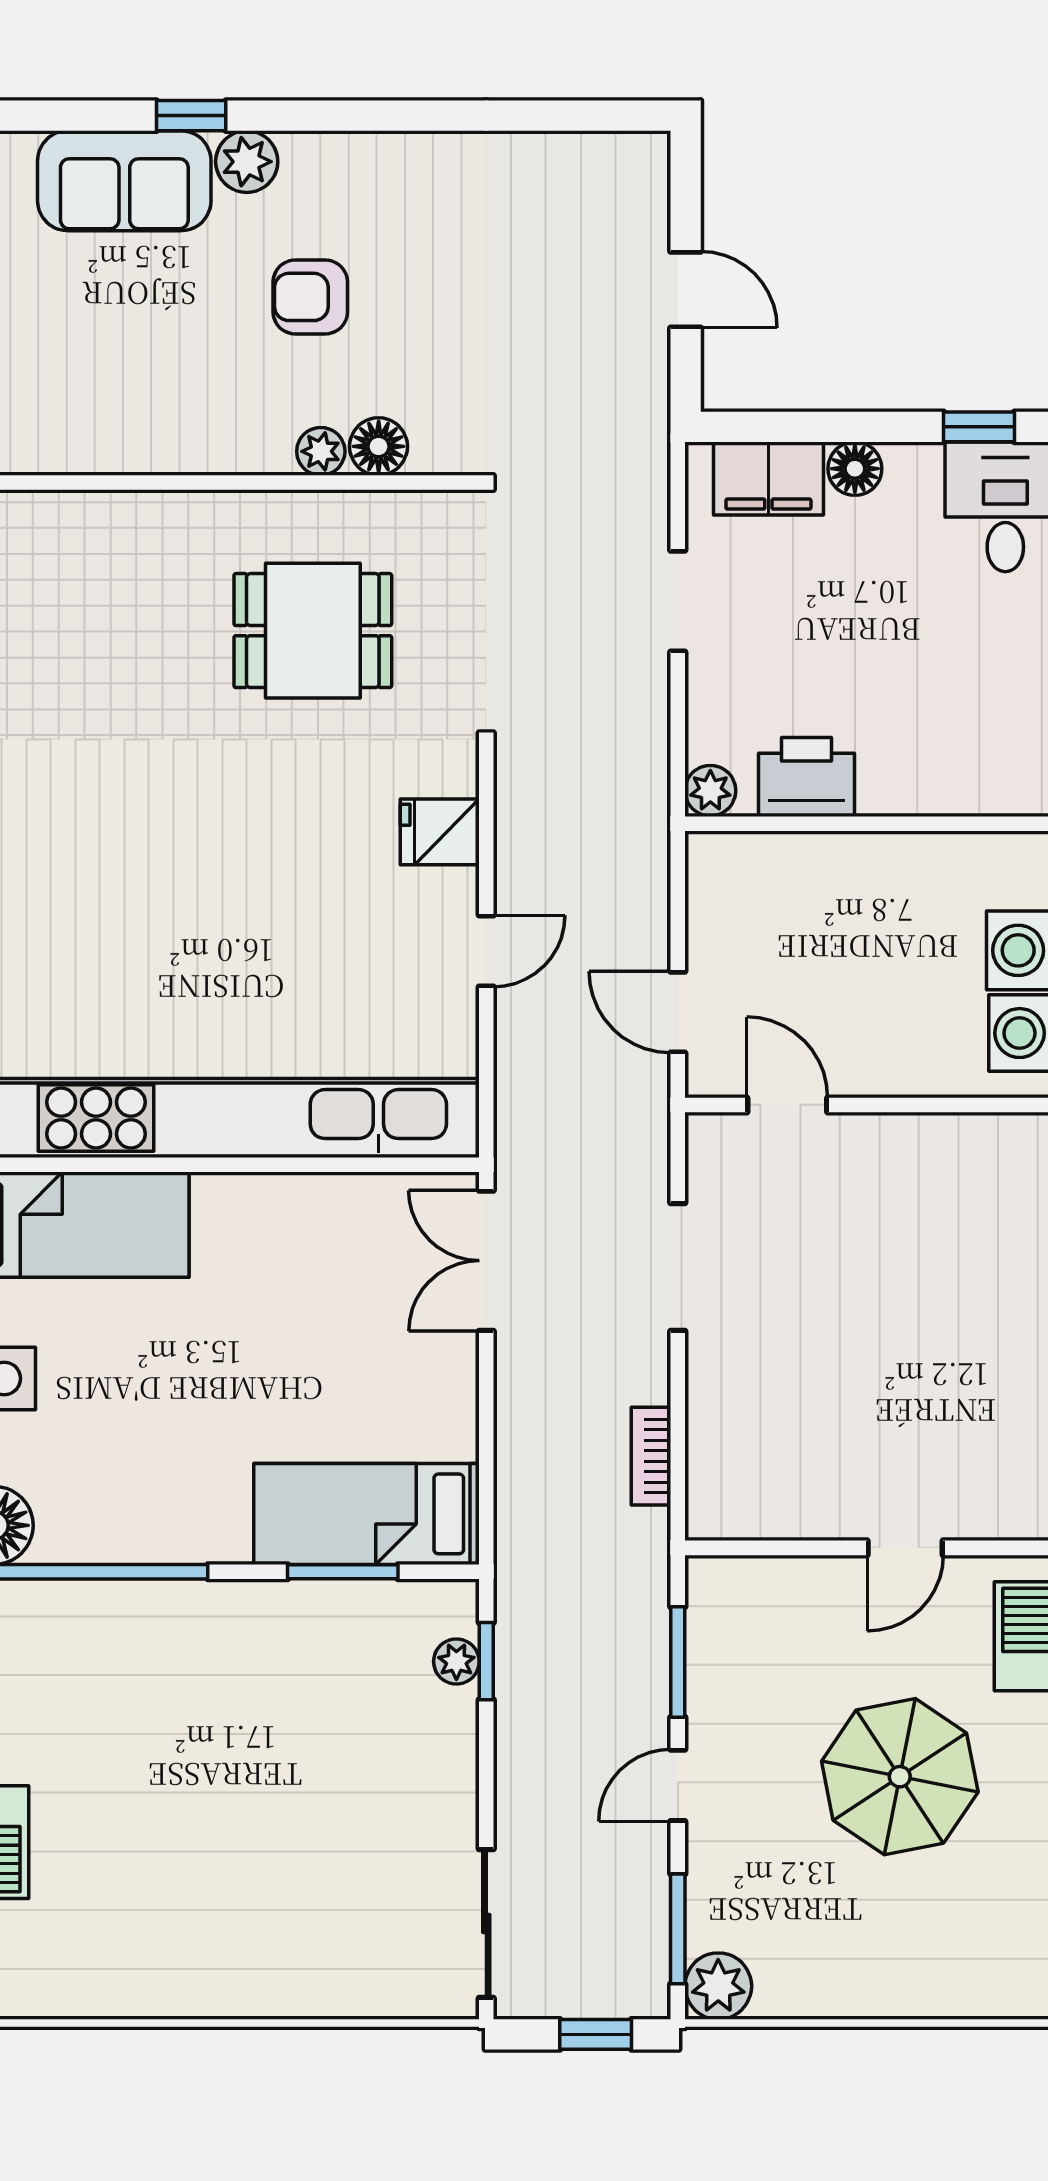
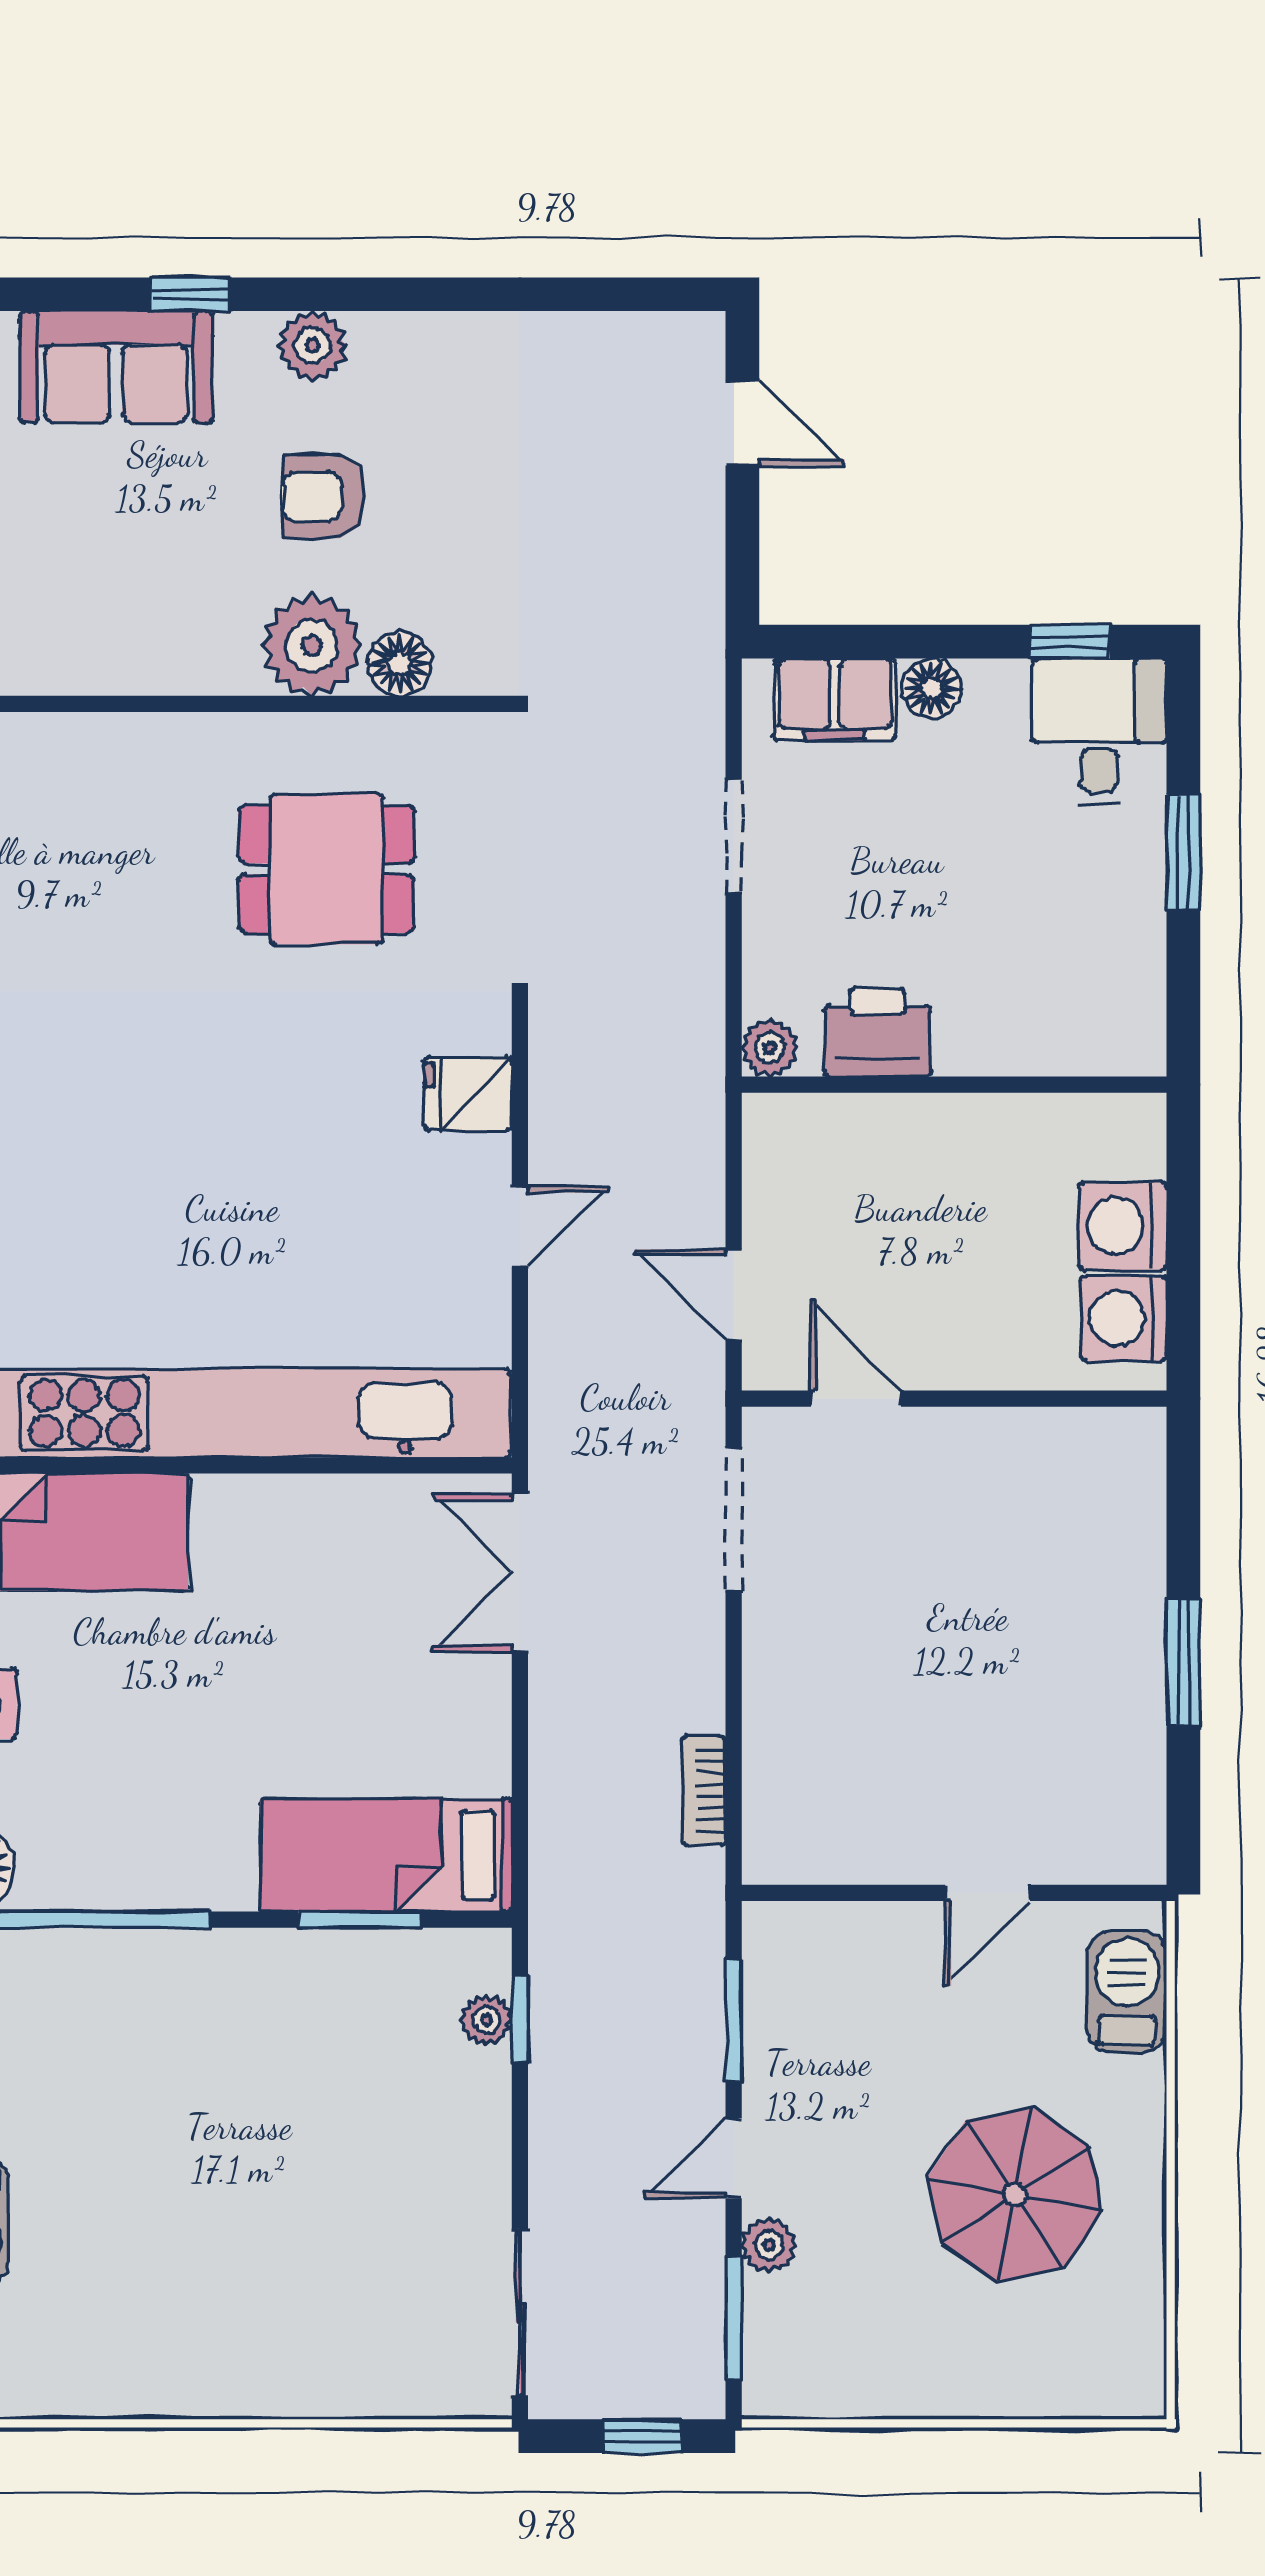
plant: (247, 162) -> (312, 346), moved
door: (686, 290) -> (742, 423), moved
plant: (321, 451) -> (312, 646), width x1.88, depth x1.88
doorway: (678, 1267) -> (734, 1519), moved
parasol: (900, 1777) -> (1015, 2194), moved
plant: (718, 1986) -> (769, 2245), moved, width x0.73, depth x0.73

